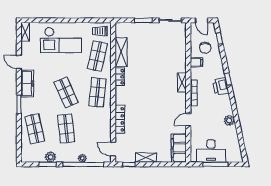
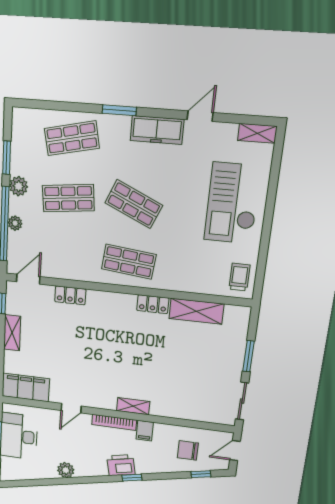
shop shelf: (97, 56) -> (194, 268), removed
filing cabinet: (196, 62) -> (145, 431), moved
shop shelf: (66, 92) -> (134, 204), turned 48
locker: (120, 119) -> (70, 295), width x0.66
door: (188, 119) -> (71, 408), swing flipped
plant: (51, 157) -> (19, 186), moved

